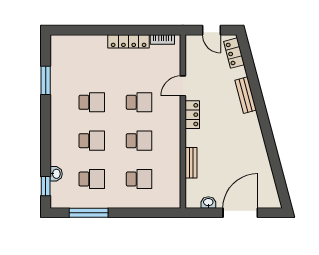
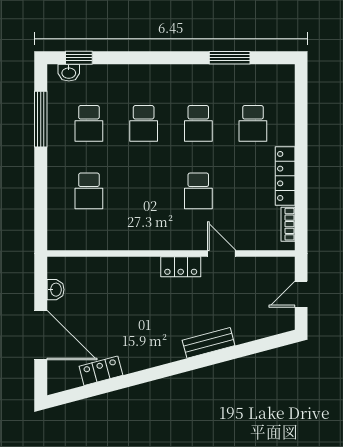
locker: (234, 53) -> (101, 371), moved
school desk: (139, 141) -> (253, 123), moved
bench: (191, 163) -> (112, 265), removed
washbasin: (56, 174) -> (69, 73), moved

